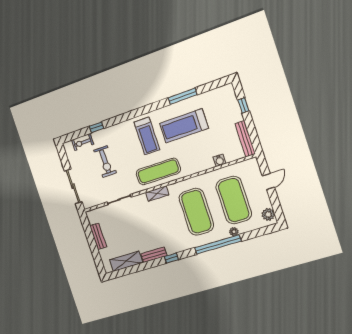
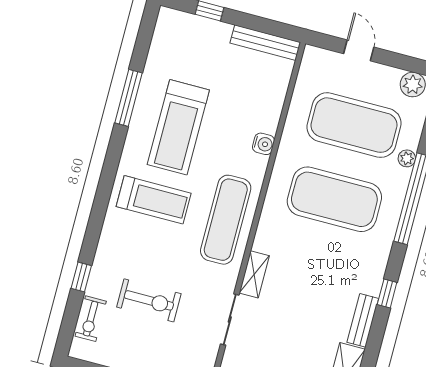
water cooler: (219, 160) -> (263, 144), moved
shelving: (157, 194) -> (254, 274), moved

